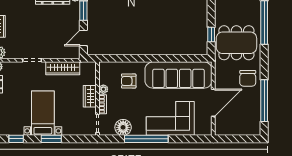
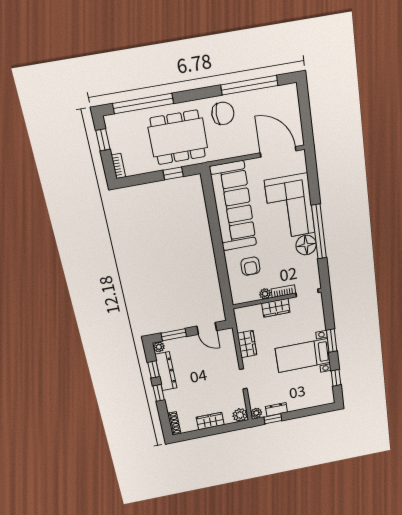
dining table: (236, 43) -> (178, 137), turned 90
wardrobe: (63, 68) -> (247, 344), width x0.67
door: (213, 103) -> (278, 152), moved
floor lamp: (123, 127) -> (306, 245), moved

